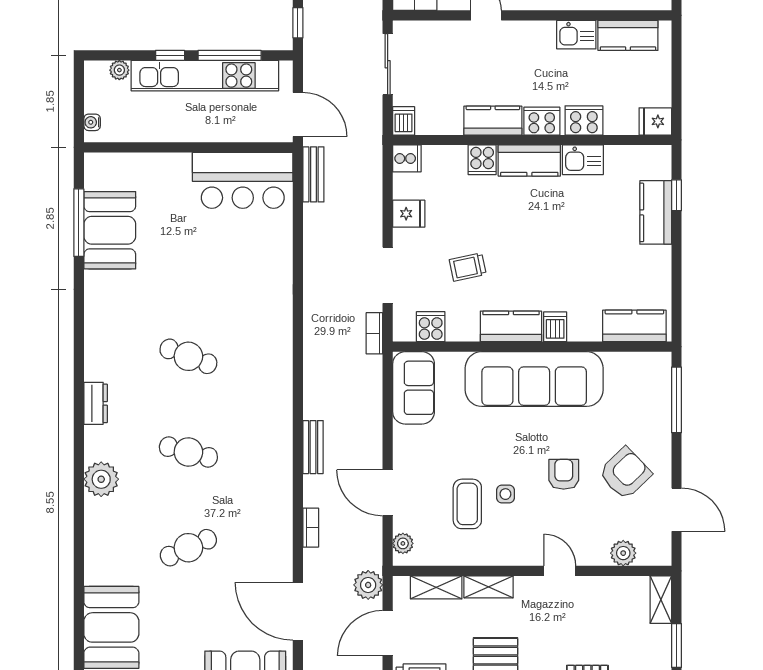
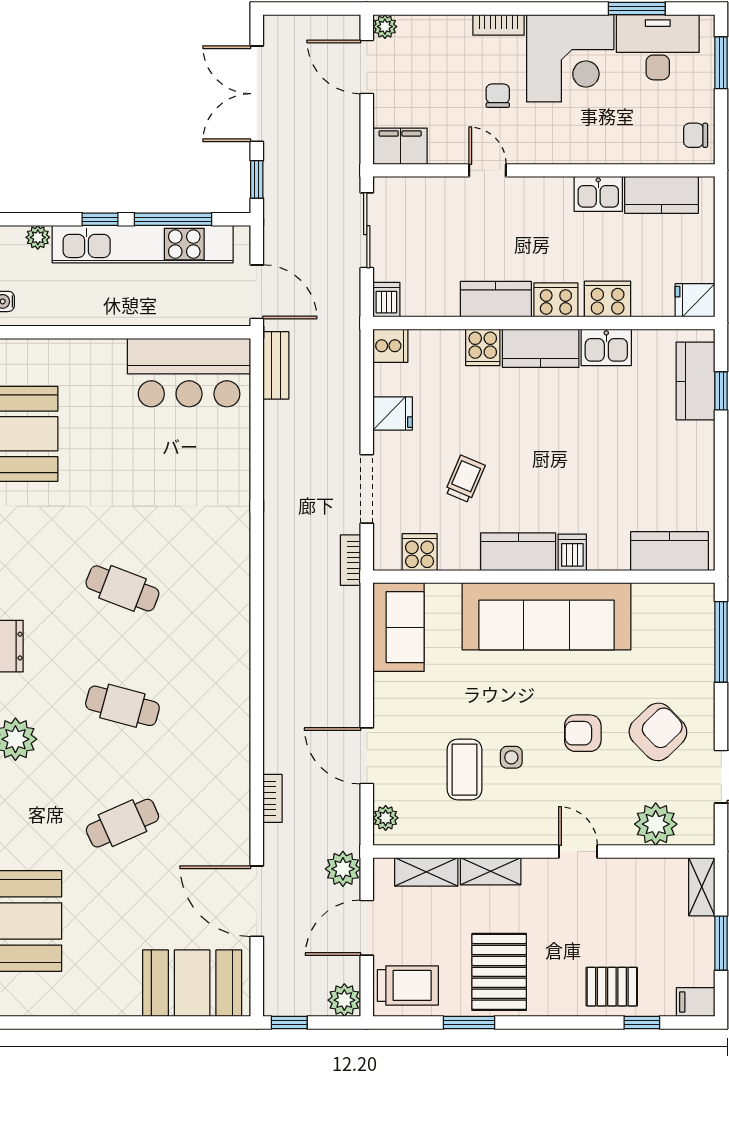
kitchen counter: (656, 212) -> (696, 381), moved
trolley: (468, 267) -> (465, 479), turned 125
bench: (313, 447) -> (275, 700), removed
armchair: (564, 474) -> (583, 733), turned -90
plant: (623, 553) -> (656, 824), width x1.36, depth x1.36

